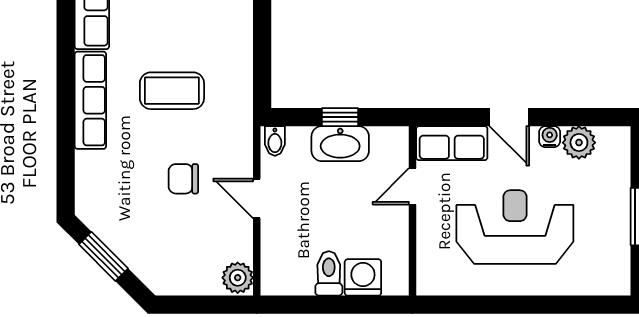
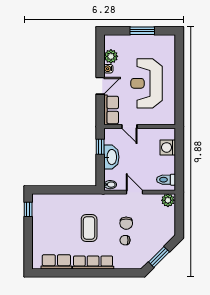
window: (340, 117) -> (100, 147), moved
chair: (143, 176) -> (125, 240), added
door: (257, 199) -> (135, 192), swing flipped
toilet: (329, 273) -> (166, 180), moved

